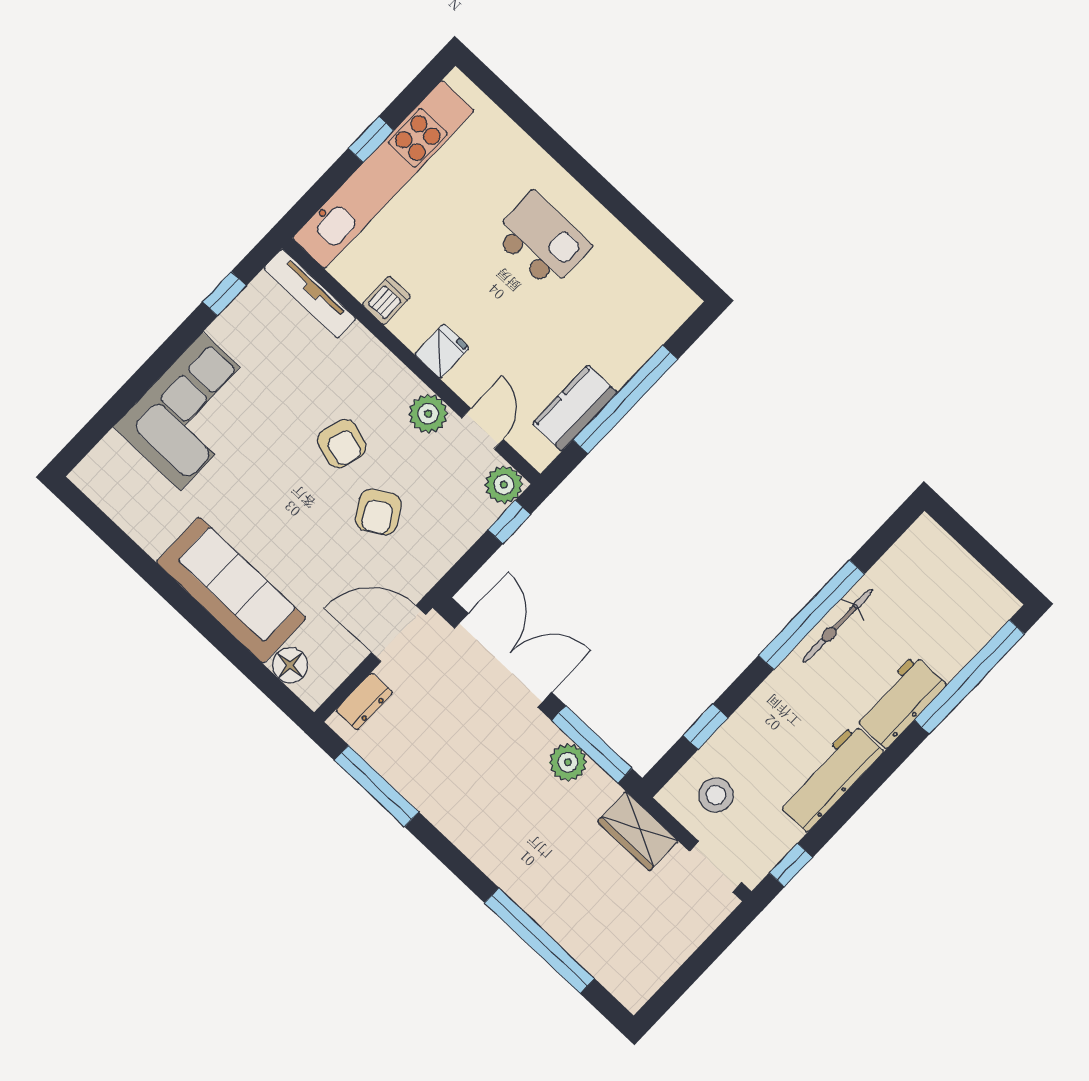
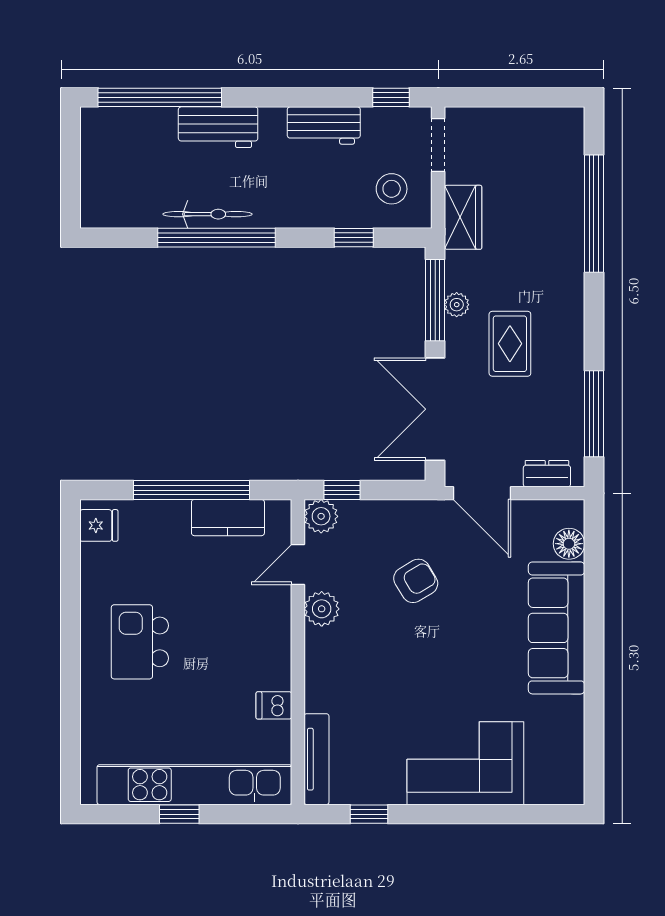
fridge: (442, 351) -> (99, 525), moved, turned 180
armchair: (342, 444) -> (394, 646), removed
plant: (568, 762) -> (457, 305), width x0.73, depth x0.73
rug: (498, 772) -> (510, 344), added
workbench: (830, 778) -> (324, 125), width x0.73

